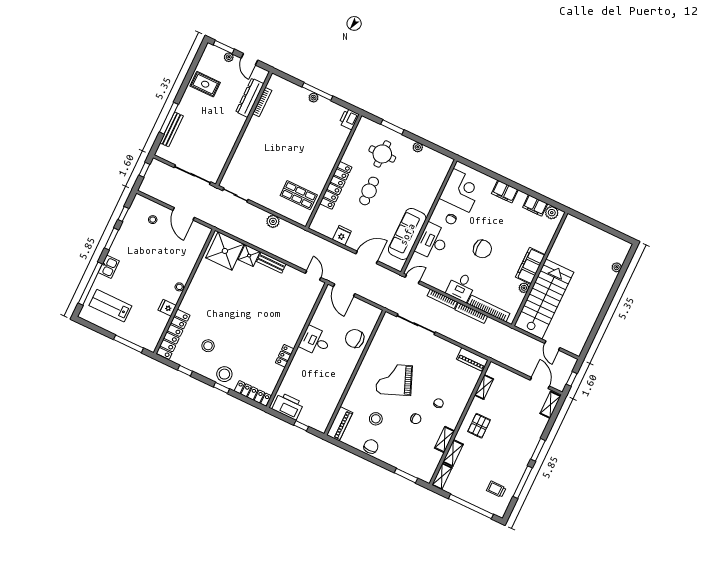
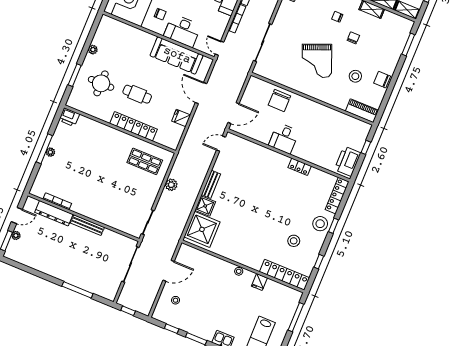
rug: (205, 84) -> (43, 257), removed
bench: (172, 129) -> (87, 225), moved
shop shelf: (299, 195) -> (145, 161), turned 90

